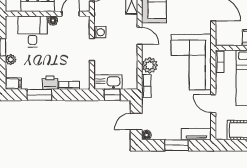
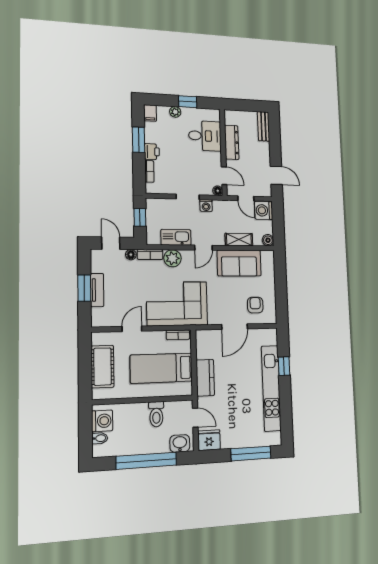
floor lamp: (53, 20) -> (218, 191), moved
kitchen sink: (108, 82) -> (176, 237), moved, turned -90
tv unit: (196, 134) -> (97, 290), moved
floor lamp: (146, 135) -> (131, 255), moved

